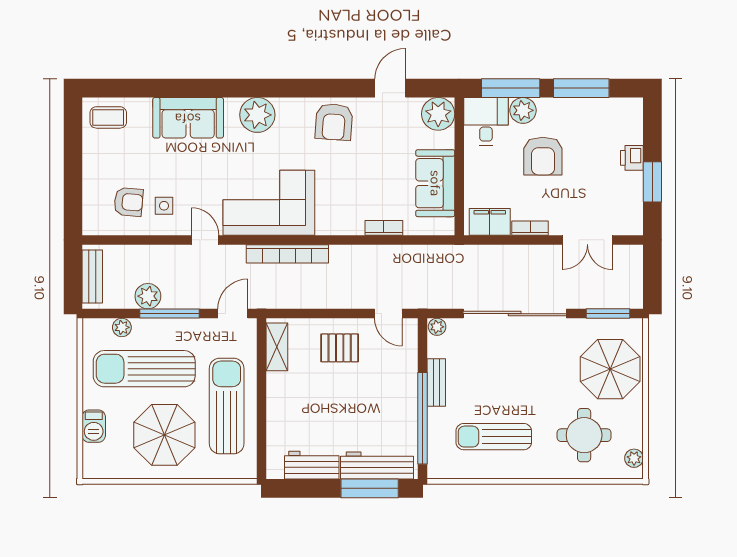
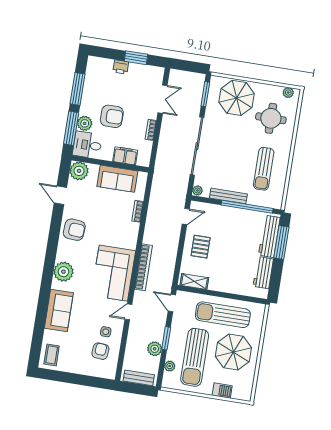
filing cabinet: (490, 222) -> (125, 156), moved, turned 90
window: (170, 314) -> (166, 338), width x0.69
bench: (436, 383) -> (228, 196), width x1.36

